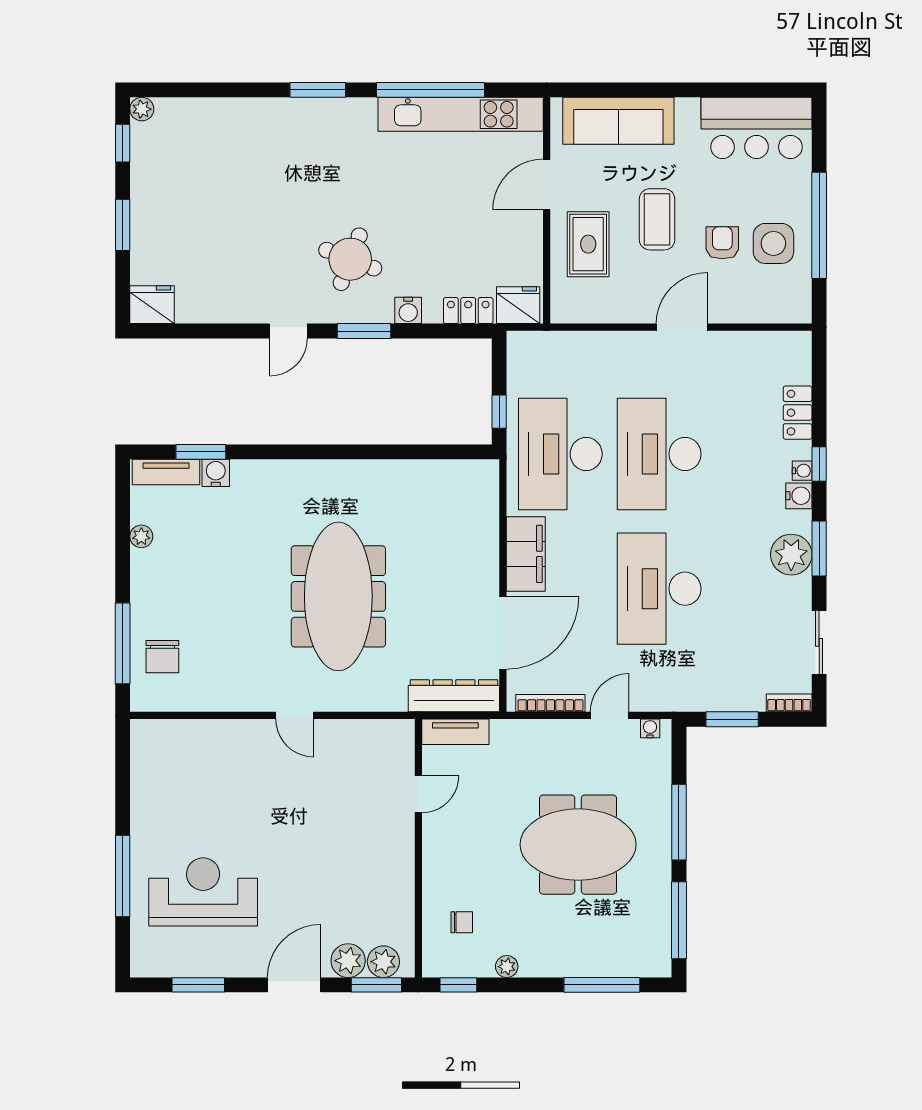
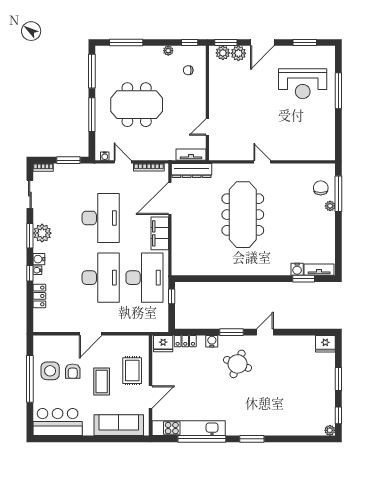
plant: (141, 536) -> (330, 206), moved
door: (610, 715) -> (123, 162), swing flipped

